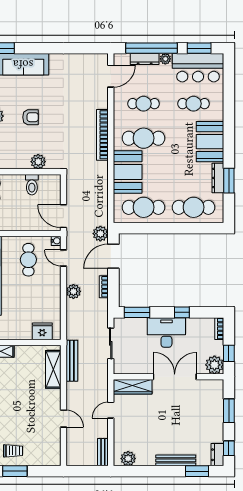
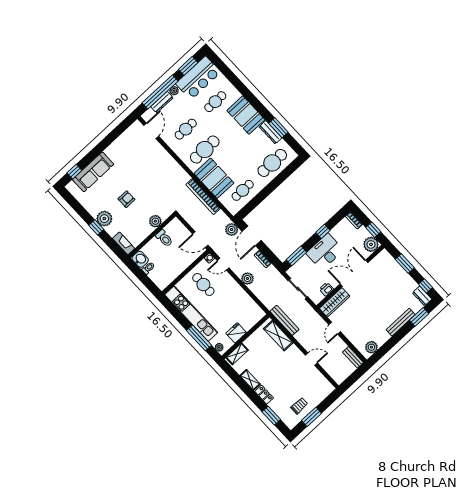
bookcase: (102, 135) -> (203, 197), moved
cafe table: (144, 207) -> (243, 190), width x0.73, depth x0.74
fridge: (42, 331) -> (236, 333), moved
printer: (136, 368) -> (326, 289), added

